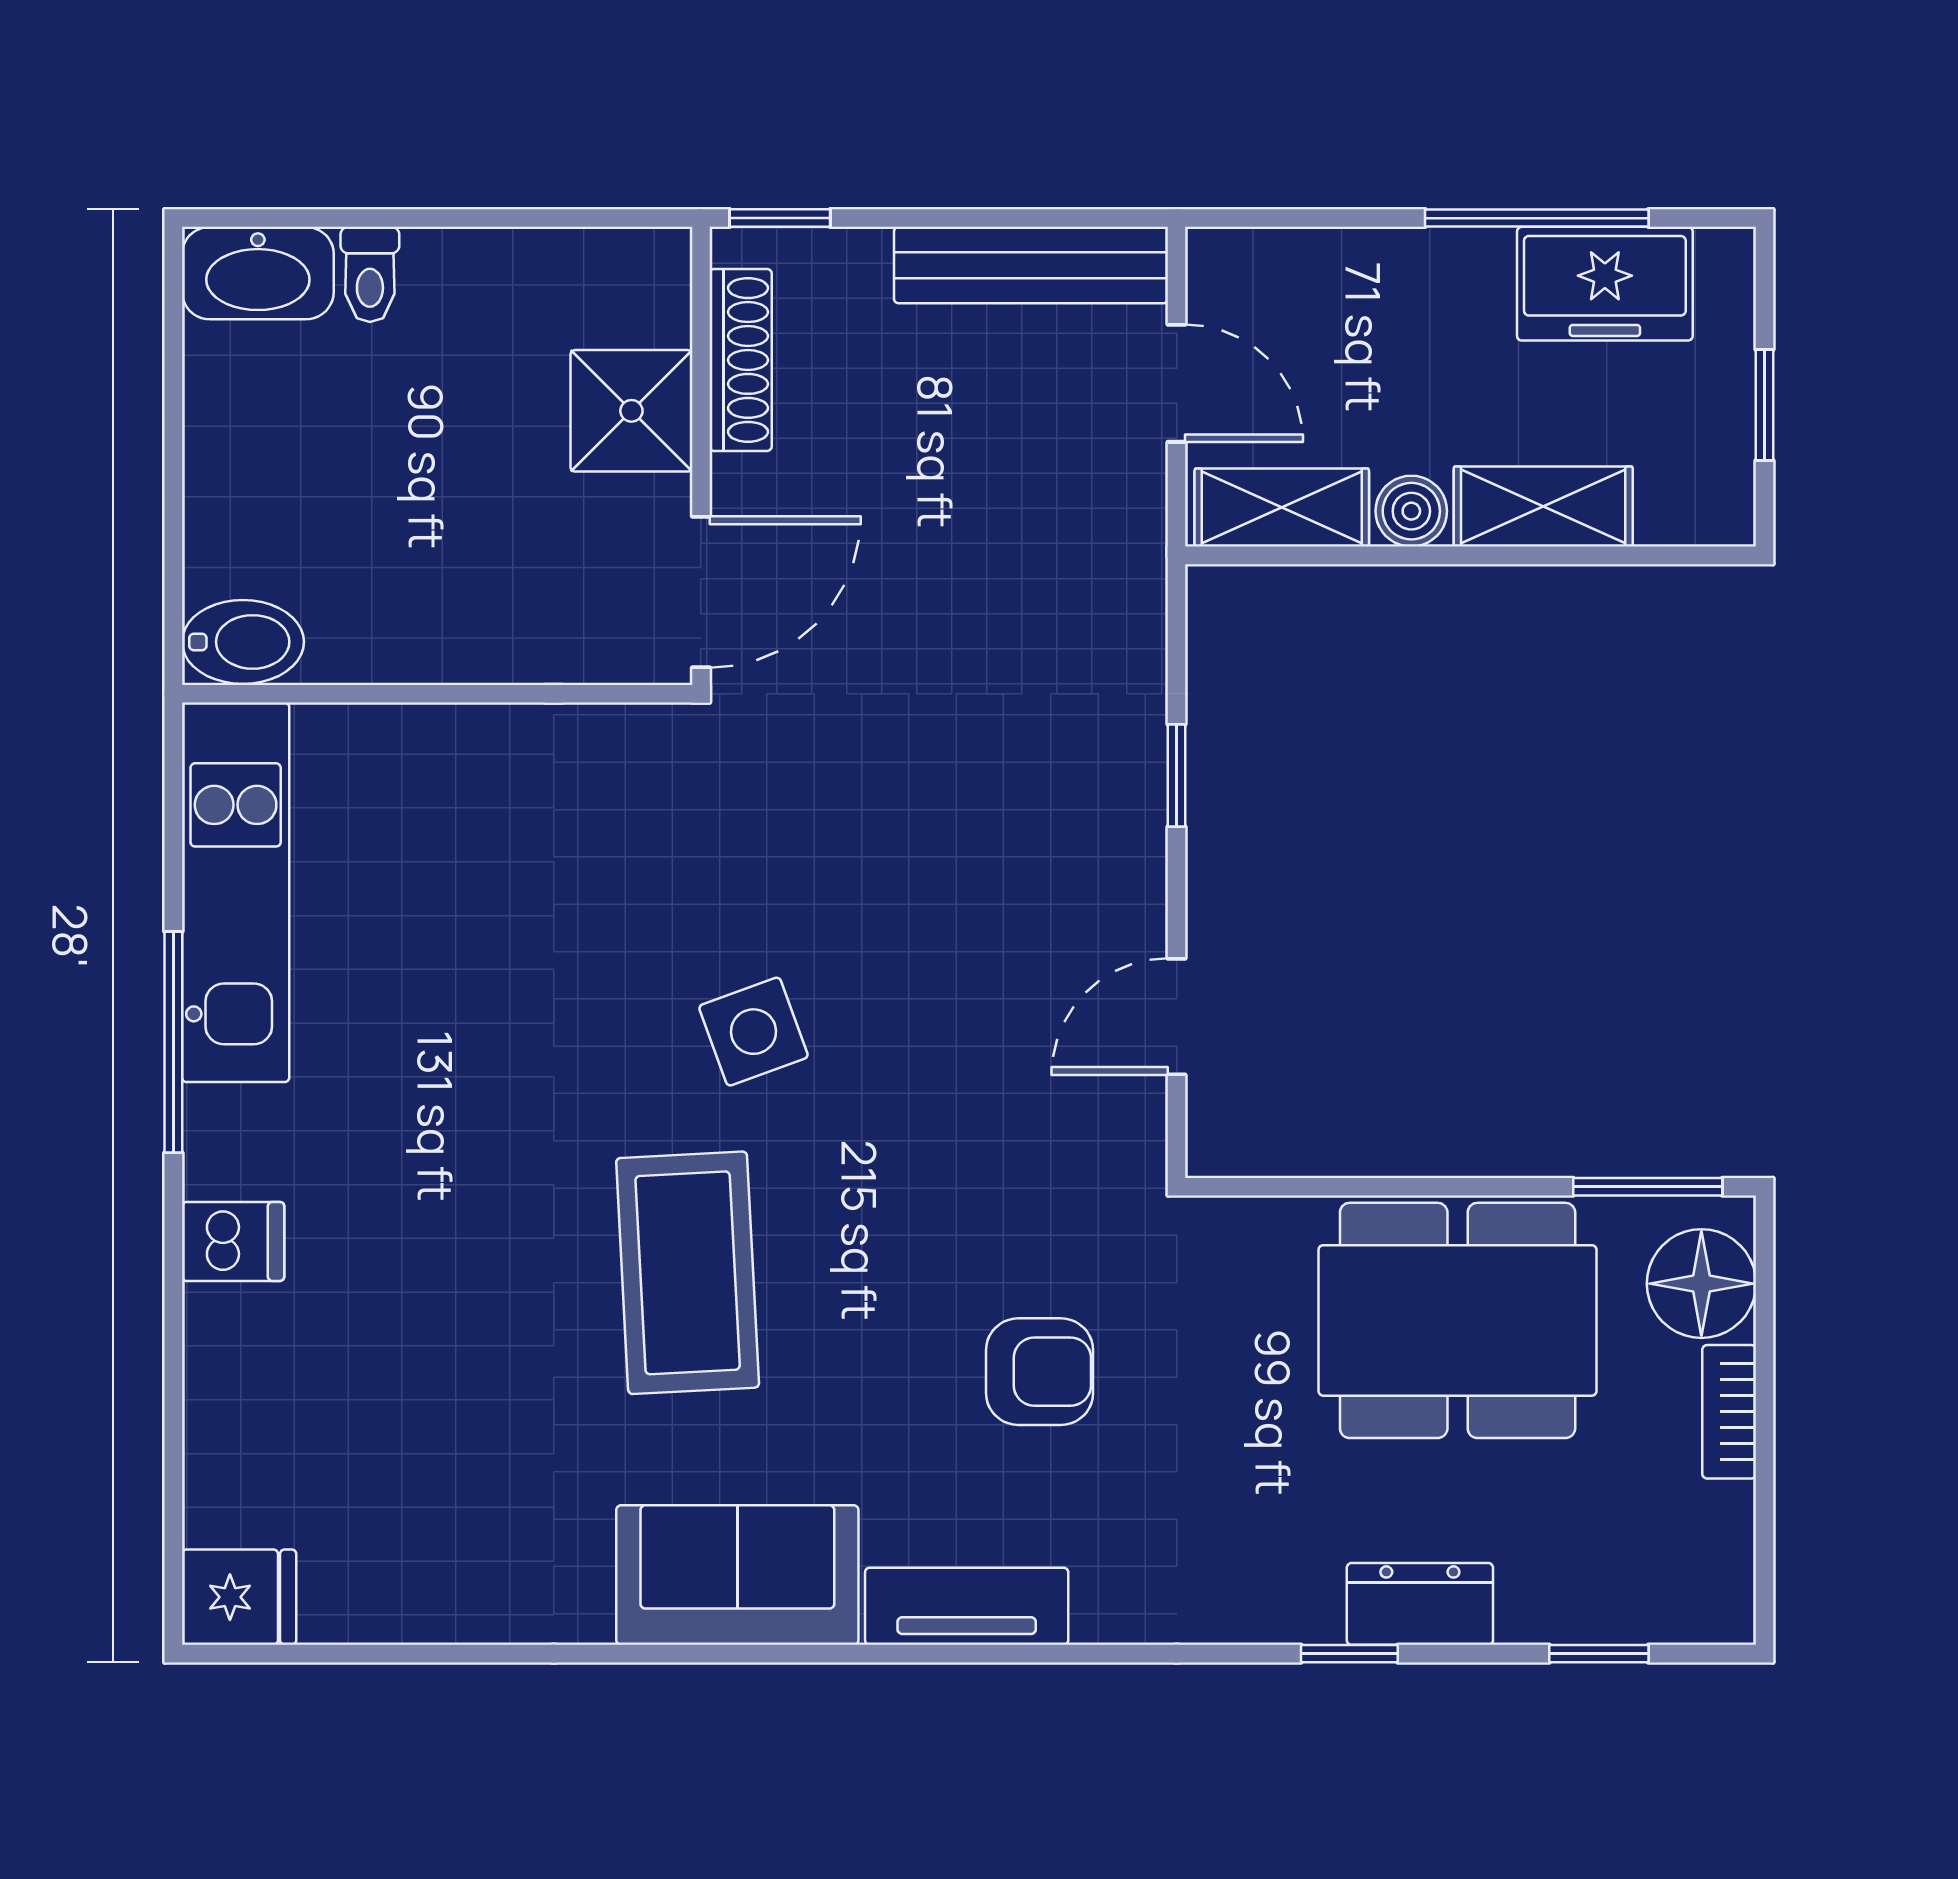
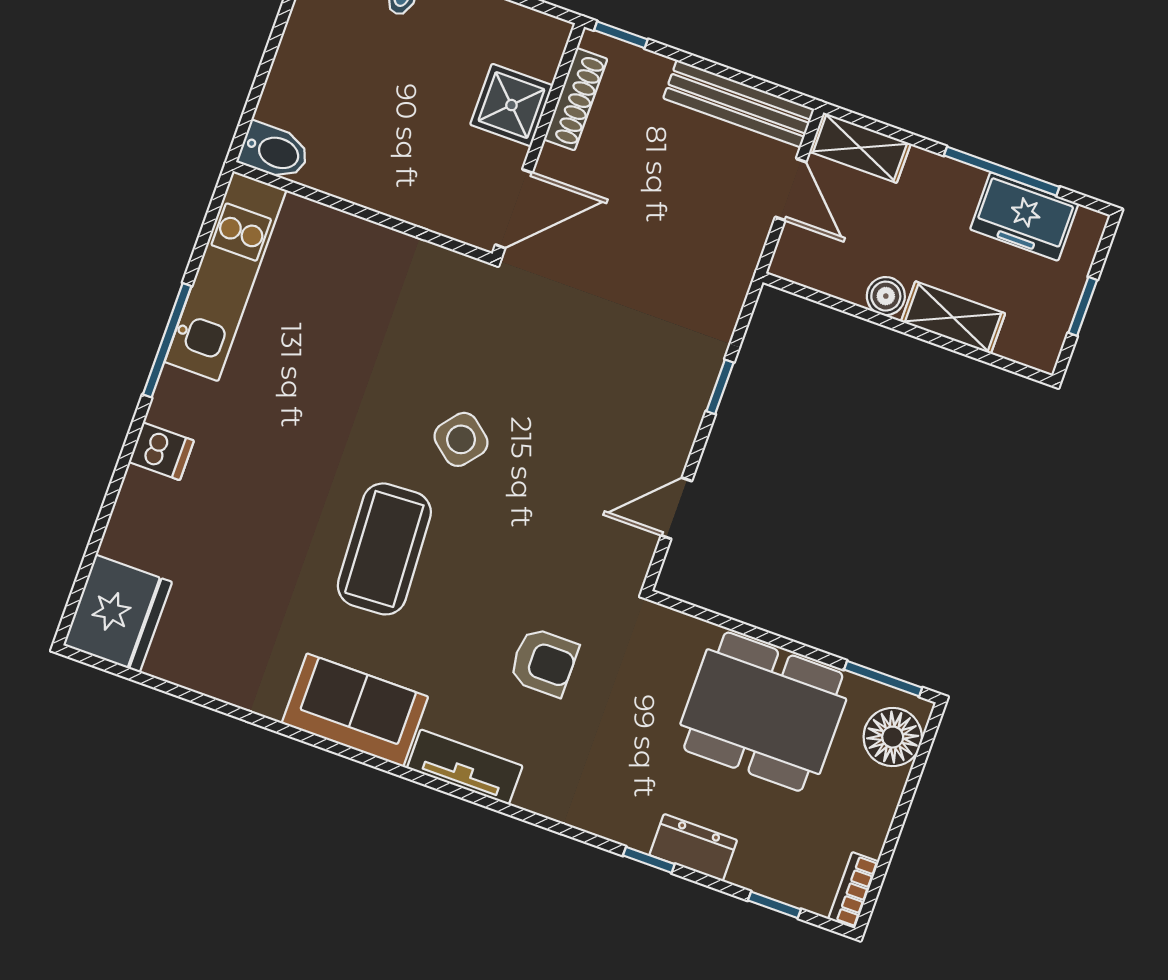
shelving: (1282, 508) -> (860, 148), moved
side table: (754, 1032) -> (461, 439), turned -31
bookcase: (1729, 1412) -> (854, 890), moved
fridge: (239, 1597) -> (118, 614), width x1.88, depth x1.34

